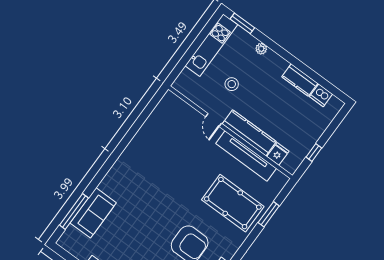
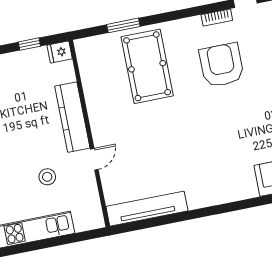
fridge: (278, 154) -> (60, 52), moved
tv unit: (246, 156) -> (147, 209), moved, turned -90

